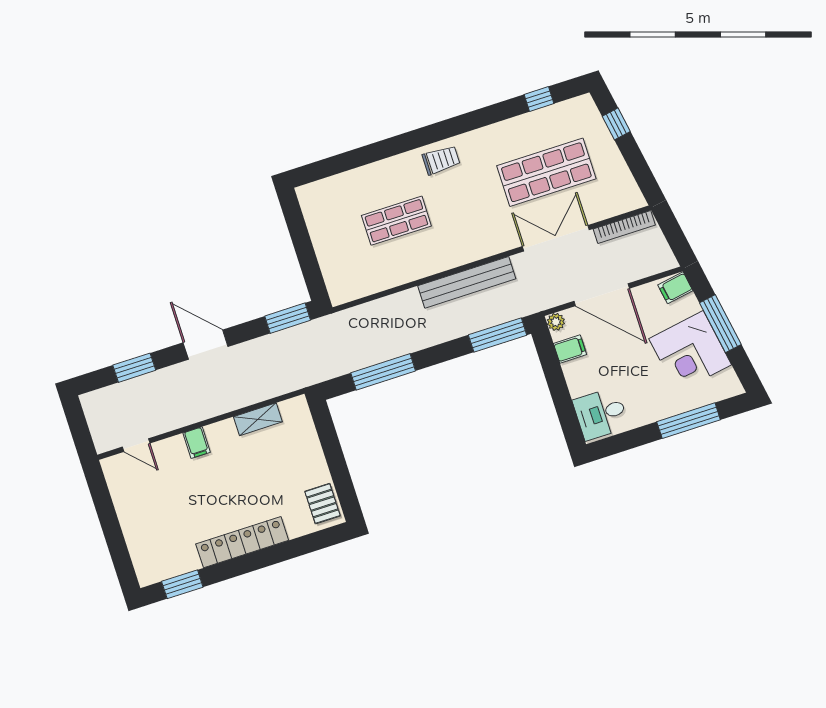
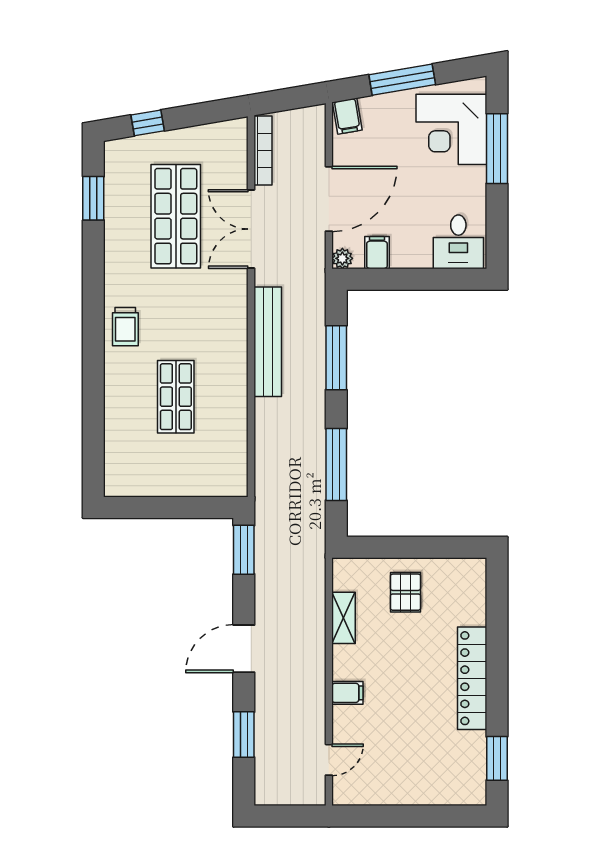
window: (539, 99) -> (93, 198), width x1.50
trolley: (441, 160) -> (125, 327), turned 180
window: (498, 335) -> (336, 358), moved
corner desk: (690, 352) -> (451, 129), moved, turned 100
pallet: (322, 504) -> (406, 592), moved, turned 90

